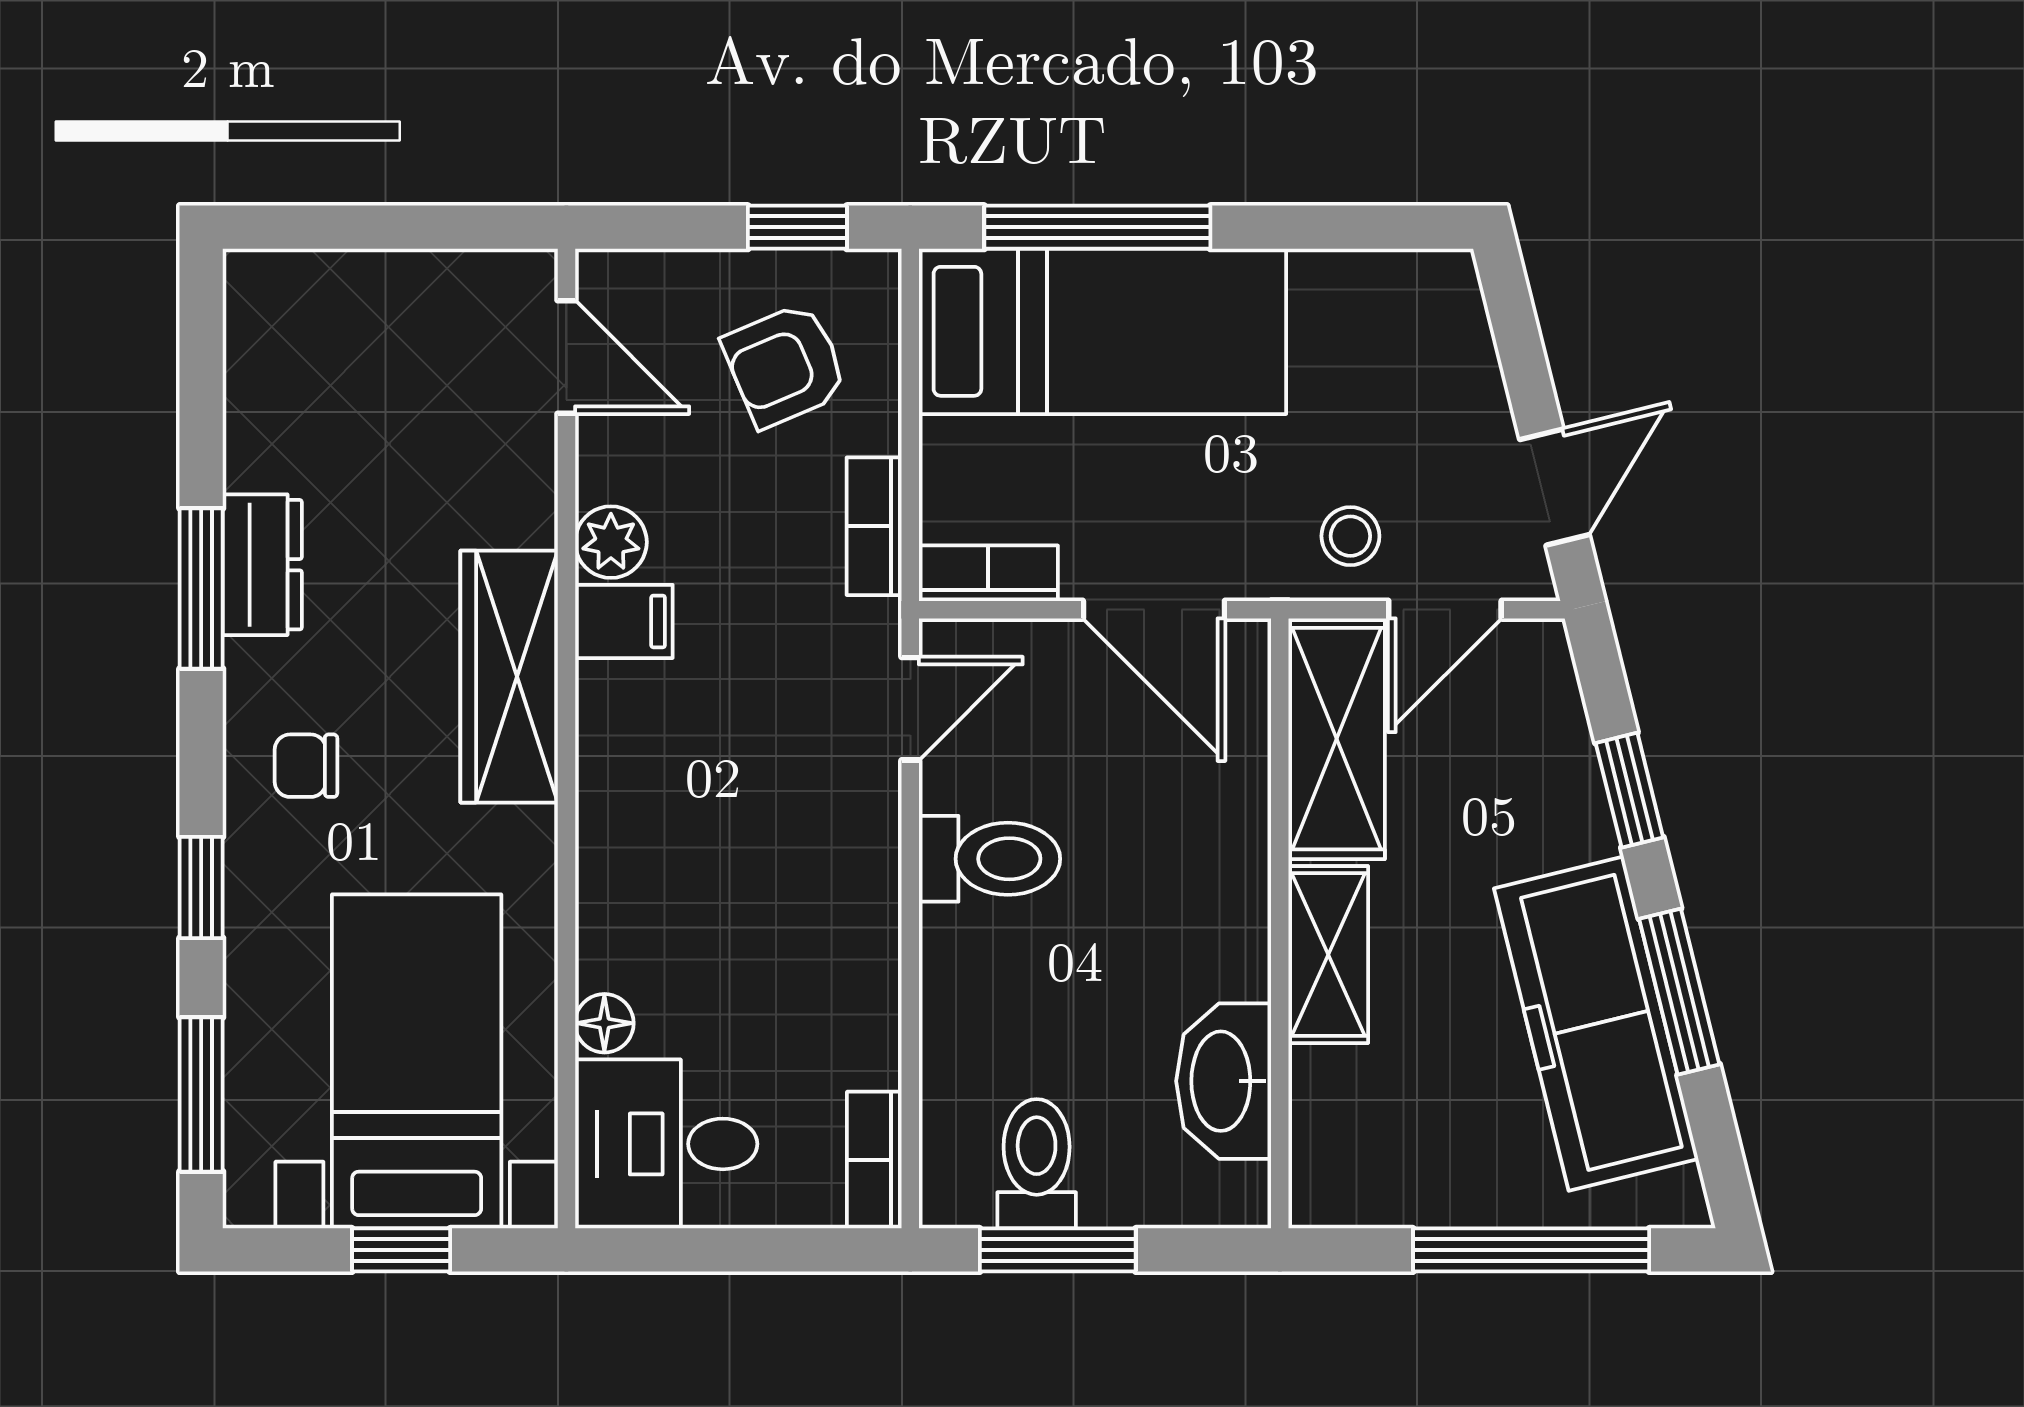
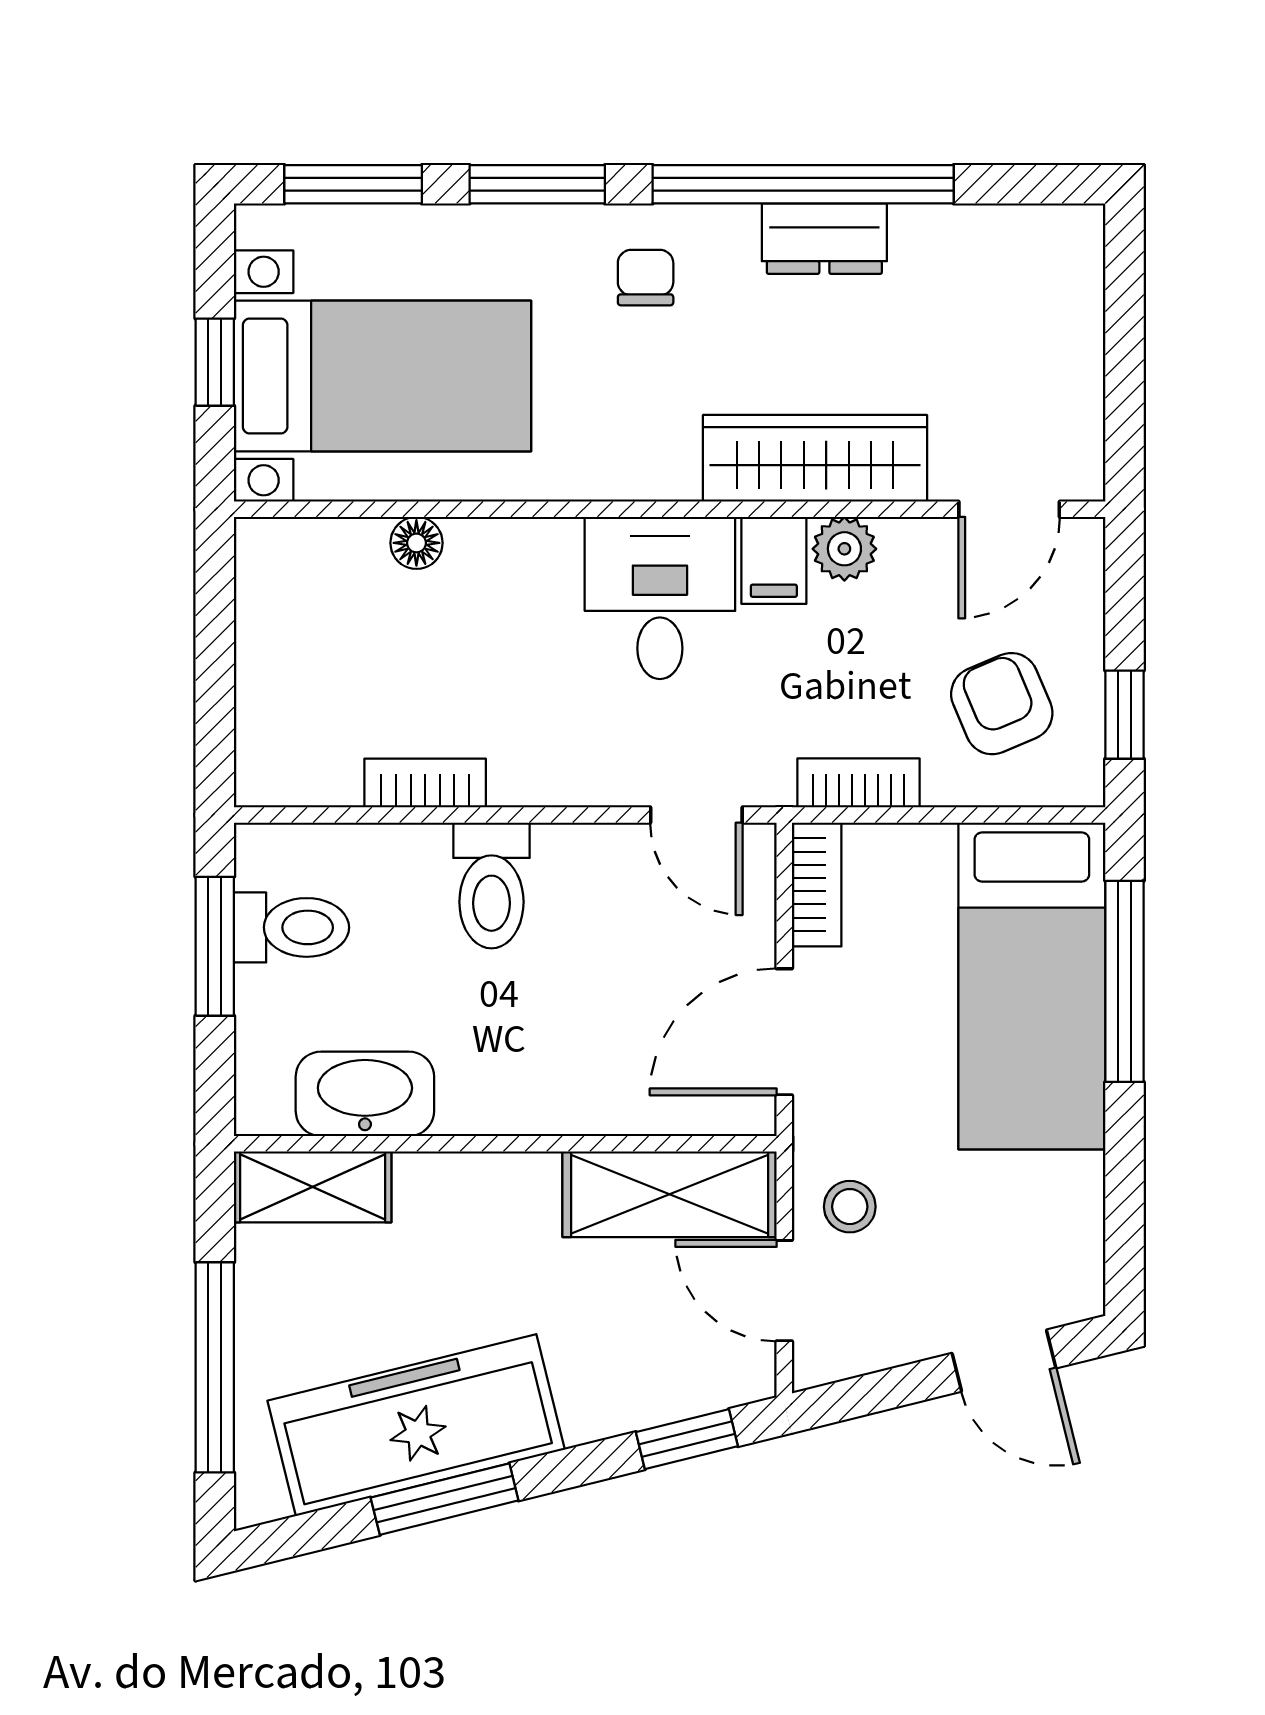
door: (1554, 487) -> (1004, 1361), moved
window: (201, 589) -> (803, 184), width x2.11
wardrobe: (509, 677) -> (815, 458), moved
window: (1629, 790) -> (687, 1439), moved
toilet: (990, 859) -> (491, 886), moved
window: (201, 887) -> (537, 184), width x1.50
shelving: (1328, 955) -> (313, 1187), moved
desk: (666, 1144) -> (660, 598), moved
bookcase: (874, 1160) -> (425, 783), moved

